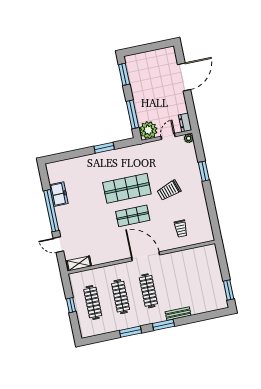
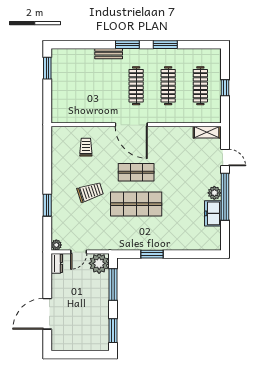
plant: (61, 212) -> (214, 193), added

